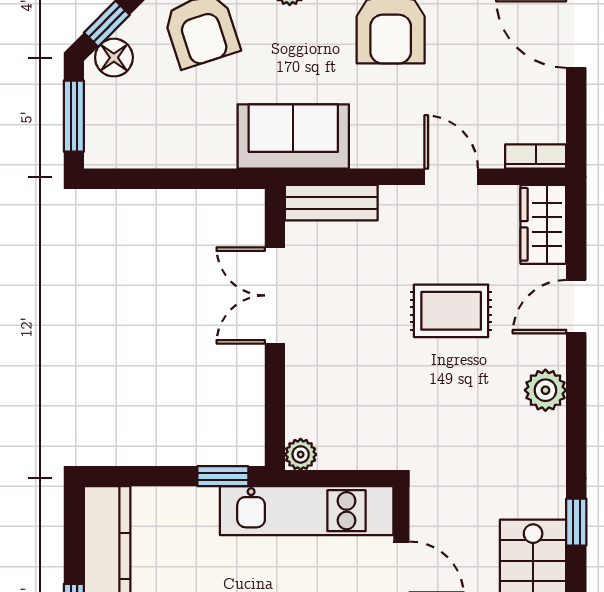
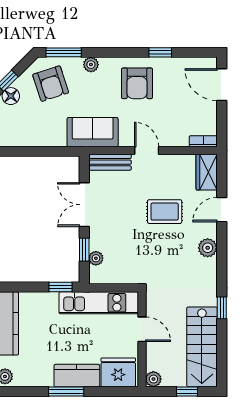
door: (451, 177) -> (147, 150), moved
window: (275, 394) -> (84, 250), added
plant: (301, 454) -> (96, 258), moved

